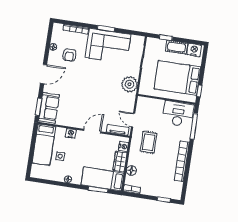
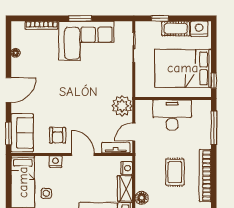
armchair: (69, 55) -> (58, 135), moved
plant: (129, 84) -> (122, 106), moved
desk: (178, 114) -> (172, 115), moved
door: (133, 120) -> (134, 132), hinge flipped
door: (92, 131) -> (83, 154), hinge flipped
rug: (149, 142) -> (175, 172), moved

